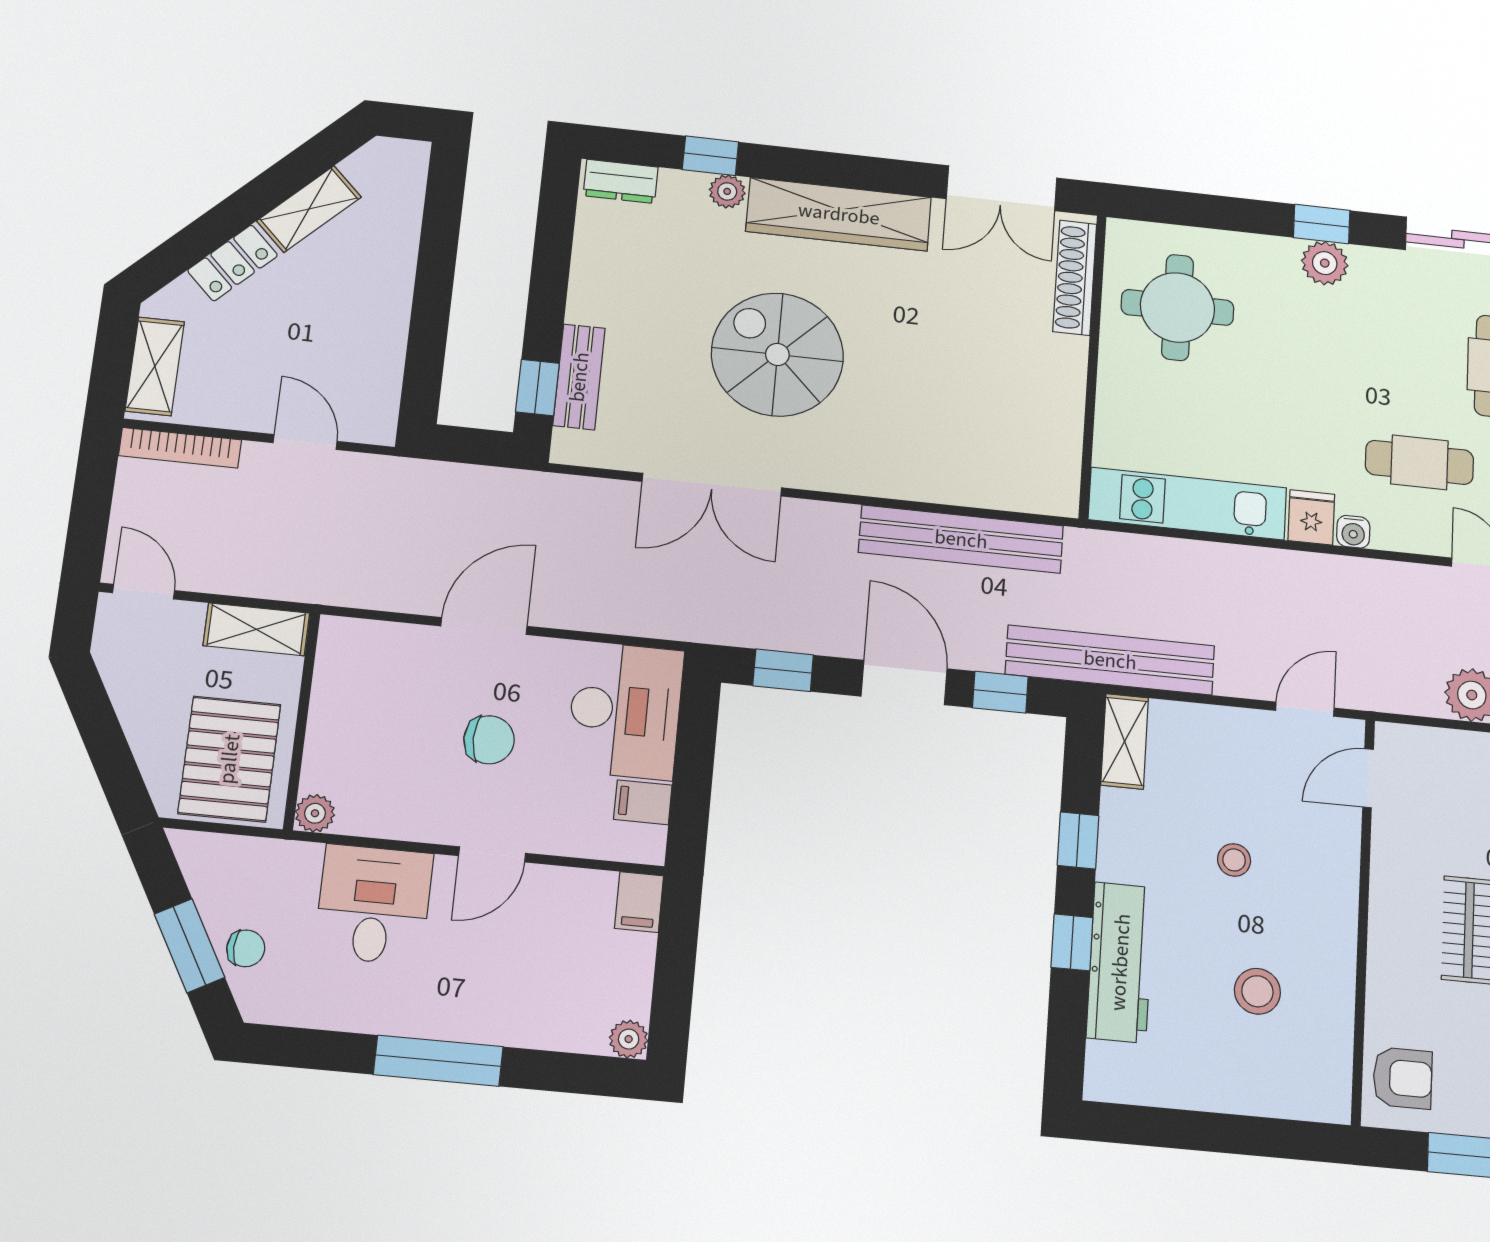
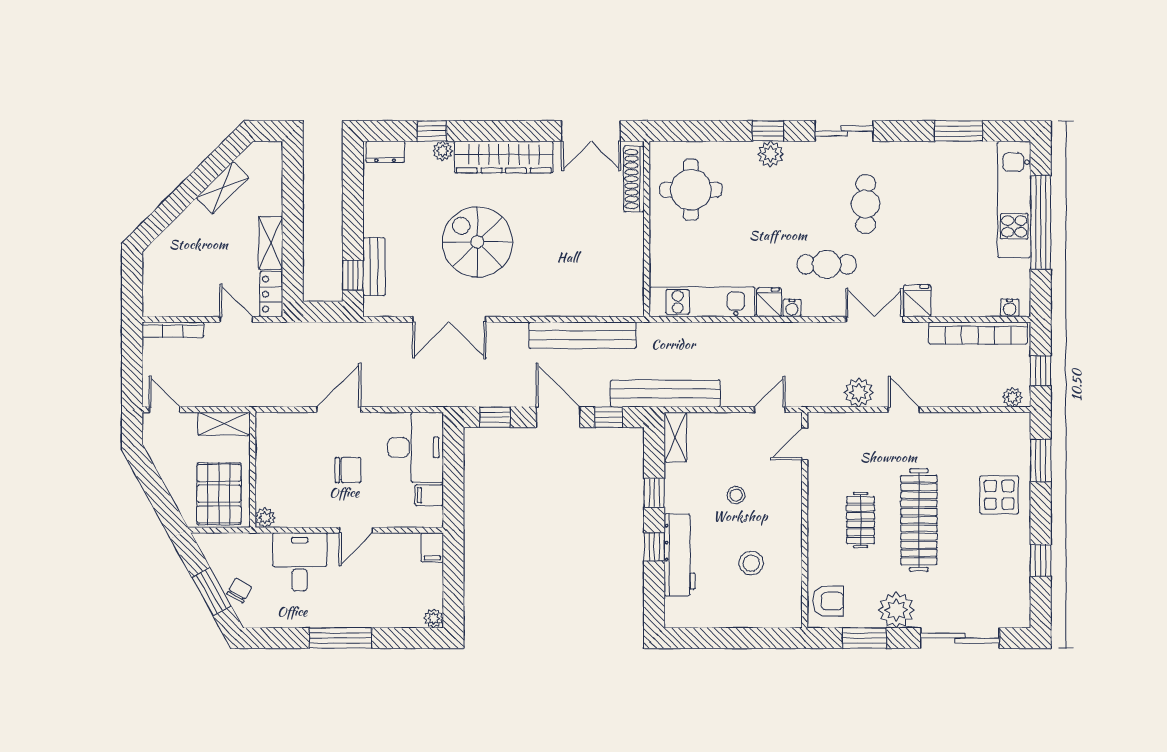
locker: (233, 263) -> (271, 294), moved, turned 135
shelving: (155, 366) -> (271, 243), moved
chair: (246, 948) -> (239, 590), turned -60

